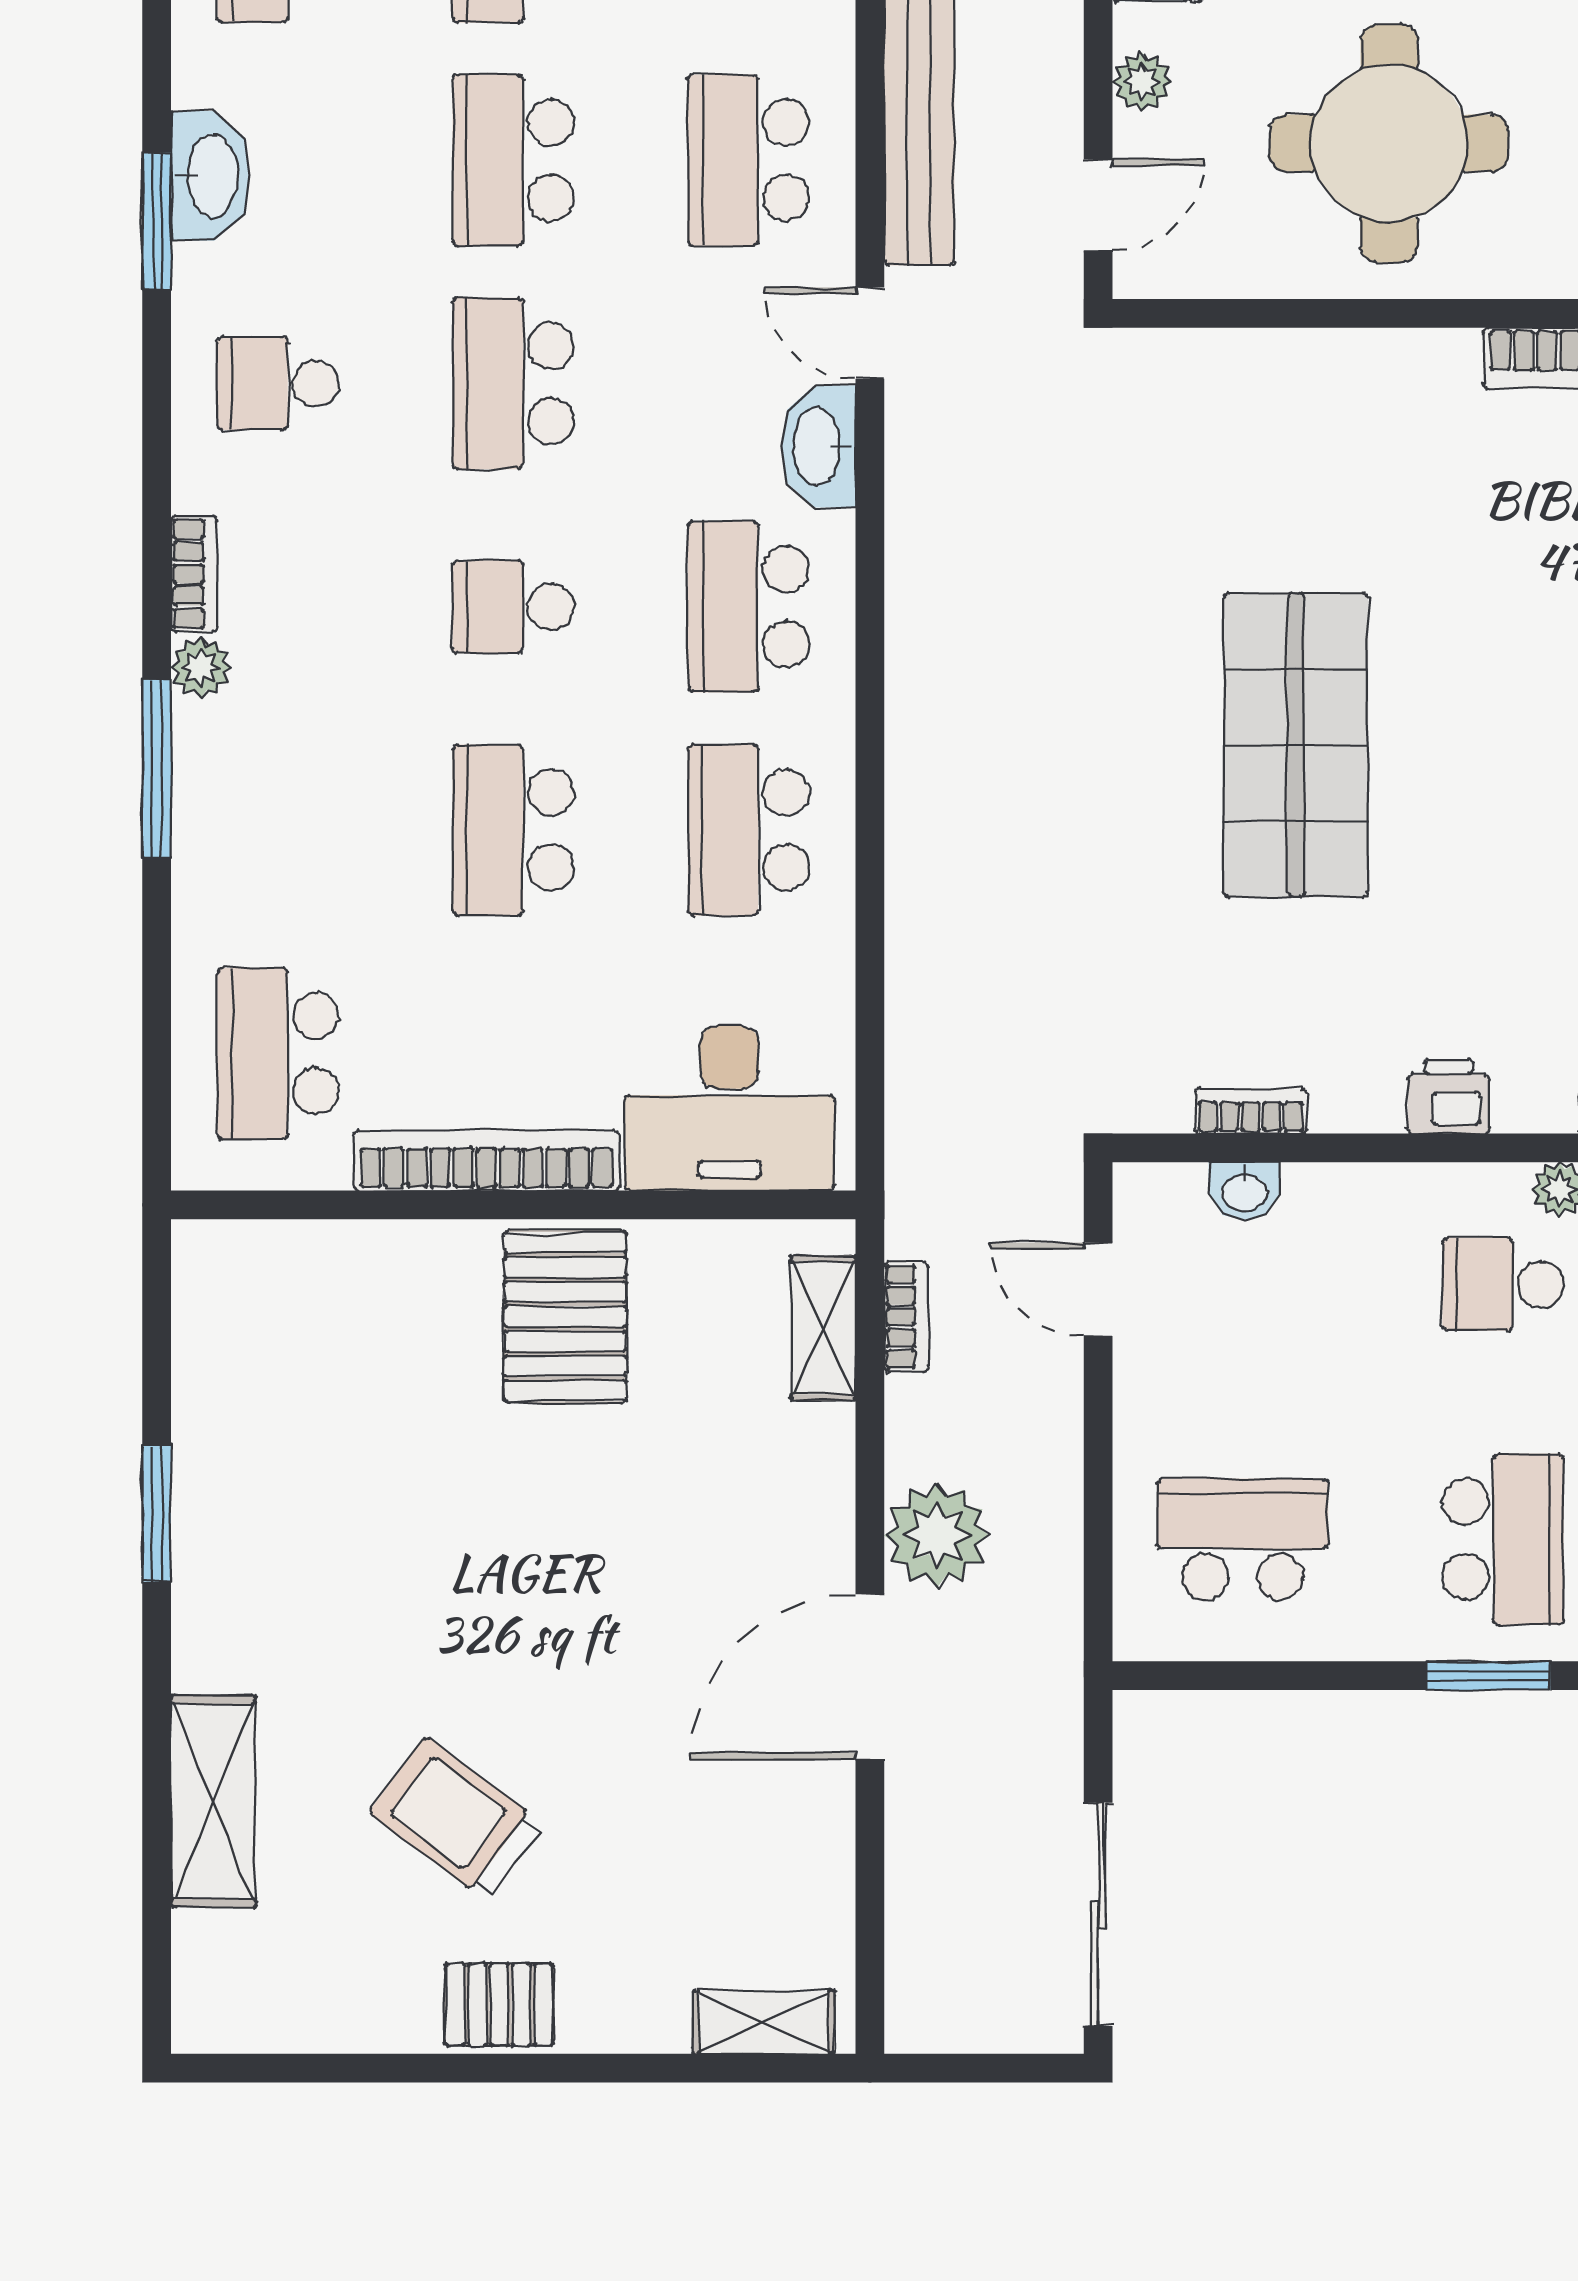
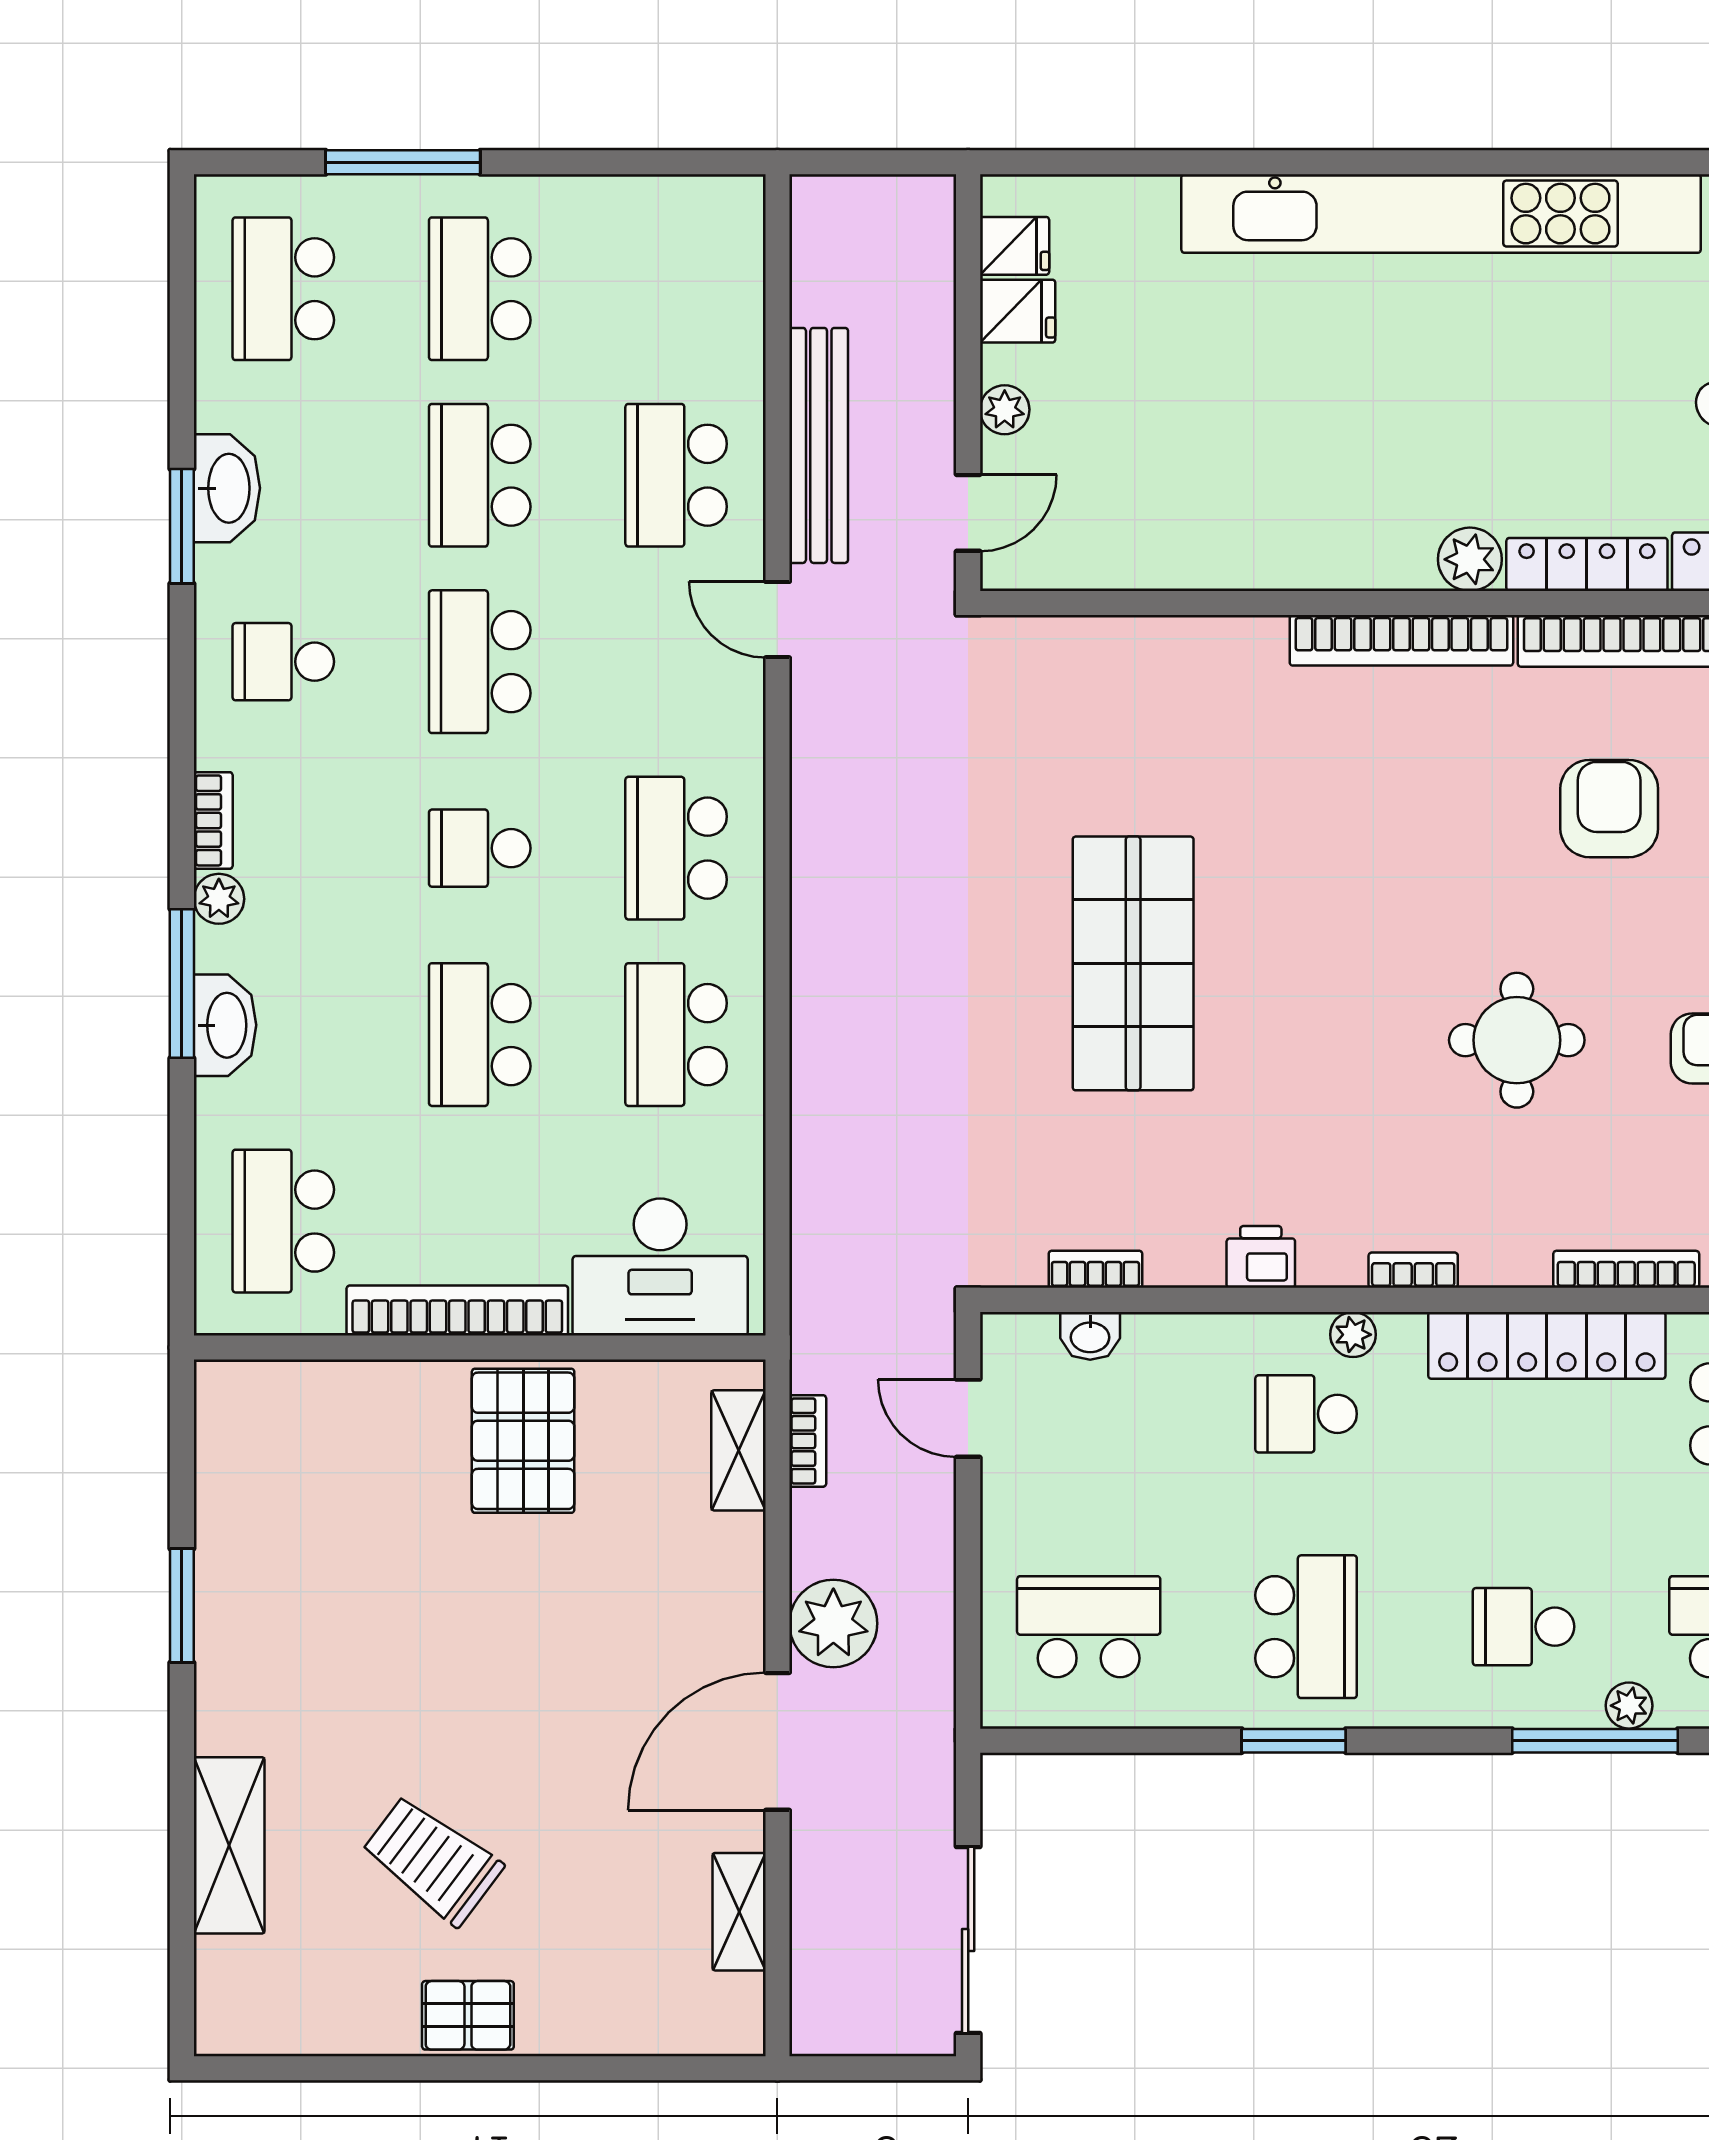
round table: (1389, 143) -> (1211, 461), removed
washbasin: (818, 446) -> (225, 1025), moved, turned 180
shelving: (764, 2022) -> (739, 1912), moved, turned 90

